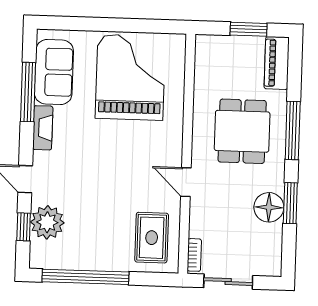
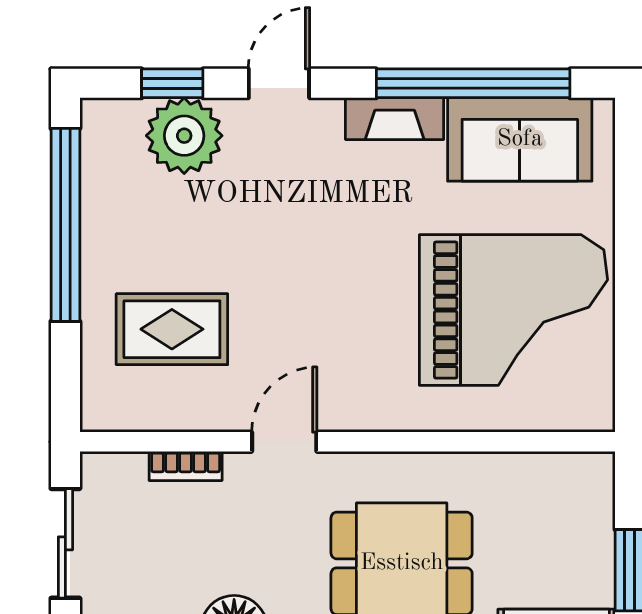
window: (28, 92) -> (473, 83), width x1.46
rug: (152, 238) -> (172, 329), moved
bookcase: (194, 255) -> (186, 466), moved

